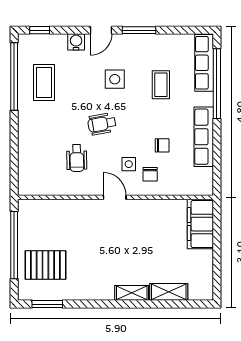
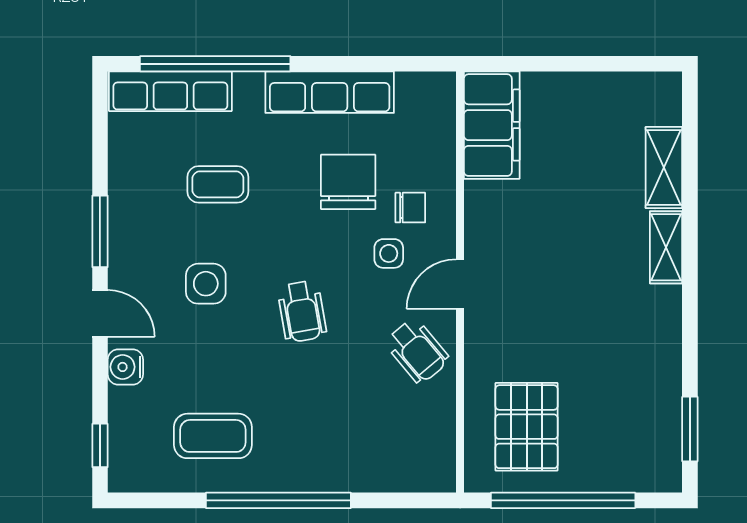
window: (14, 76) -> (278, 500), moved
chair: (162, 145) -> (348, 182), width x1.87, depth x1.87
wheelchair: (77, 158) -> (417, 351), moved, turned 51
filing cabinet: (200, 224) -> (492, 125), moved, turned -90
pallet: (45, 265) -> (527, 427), moved

